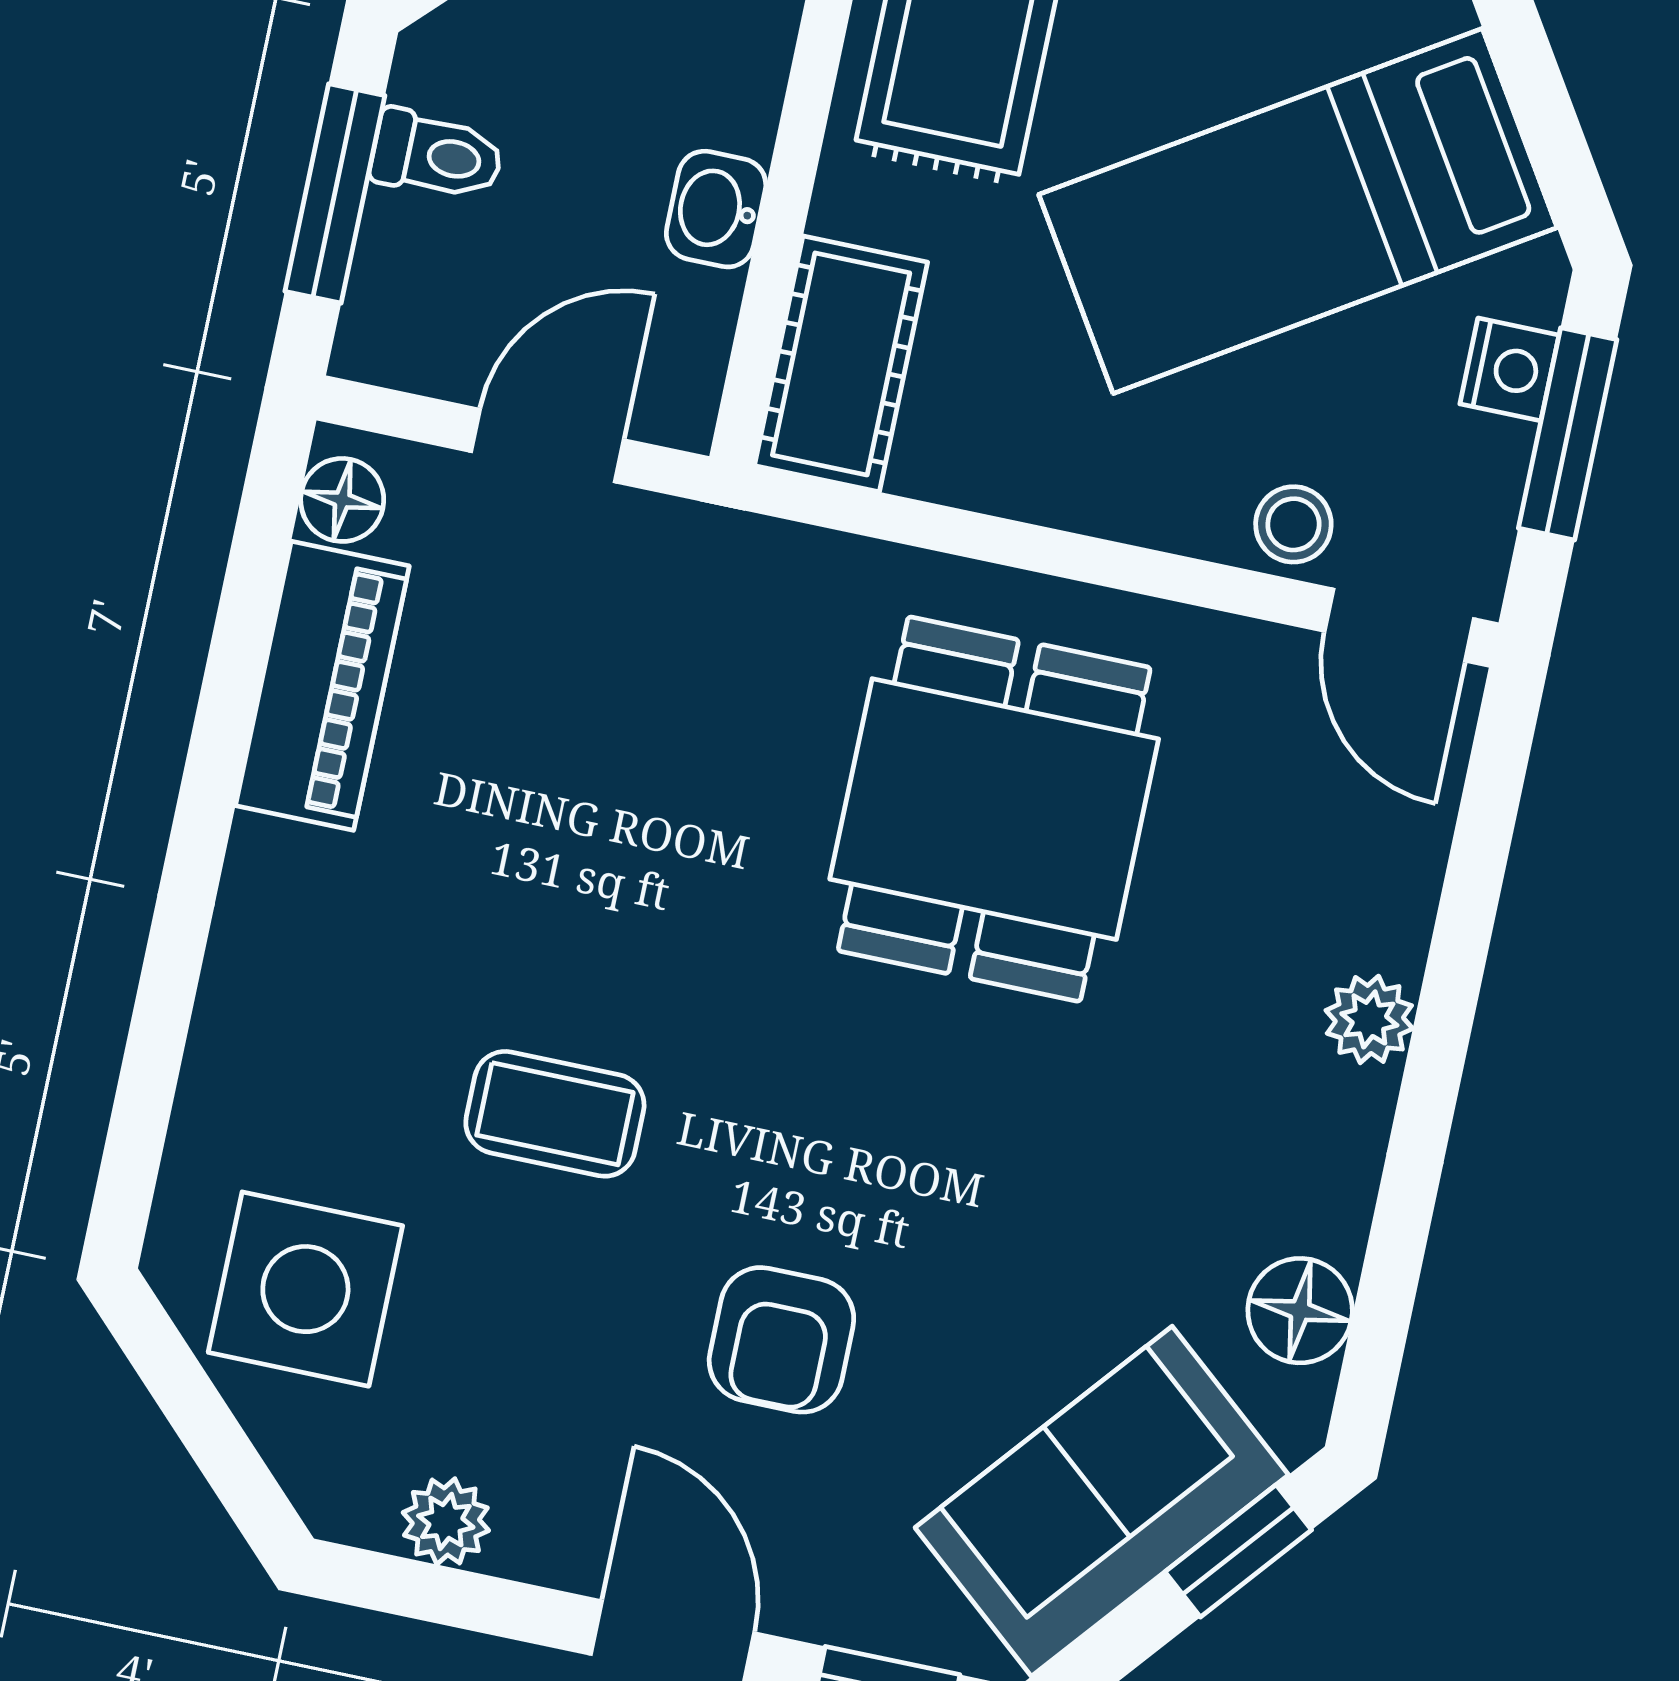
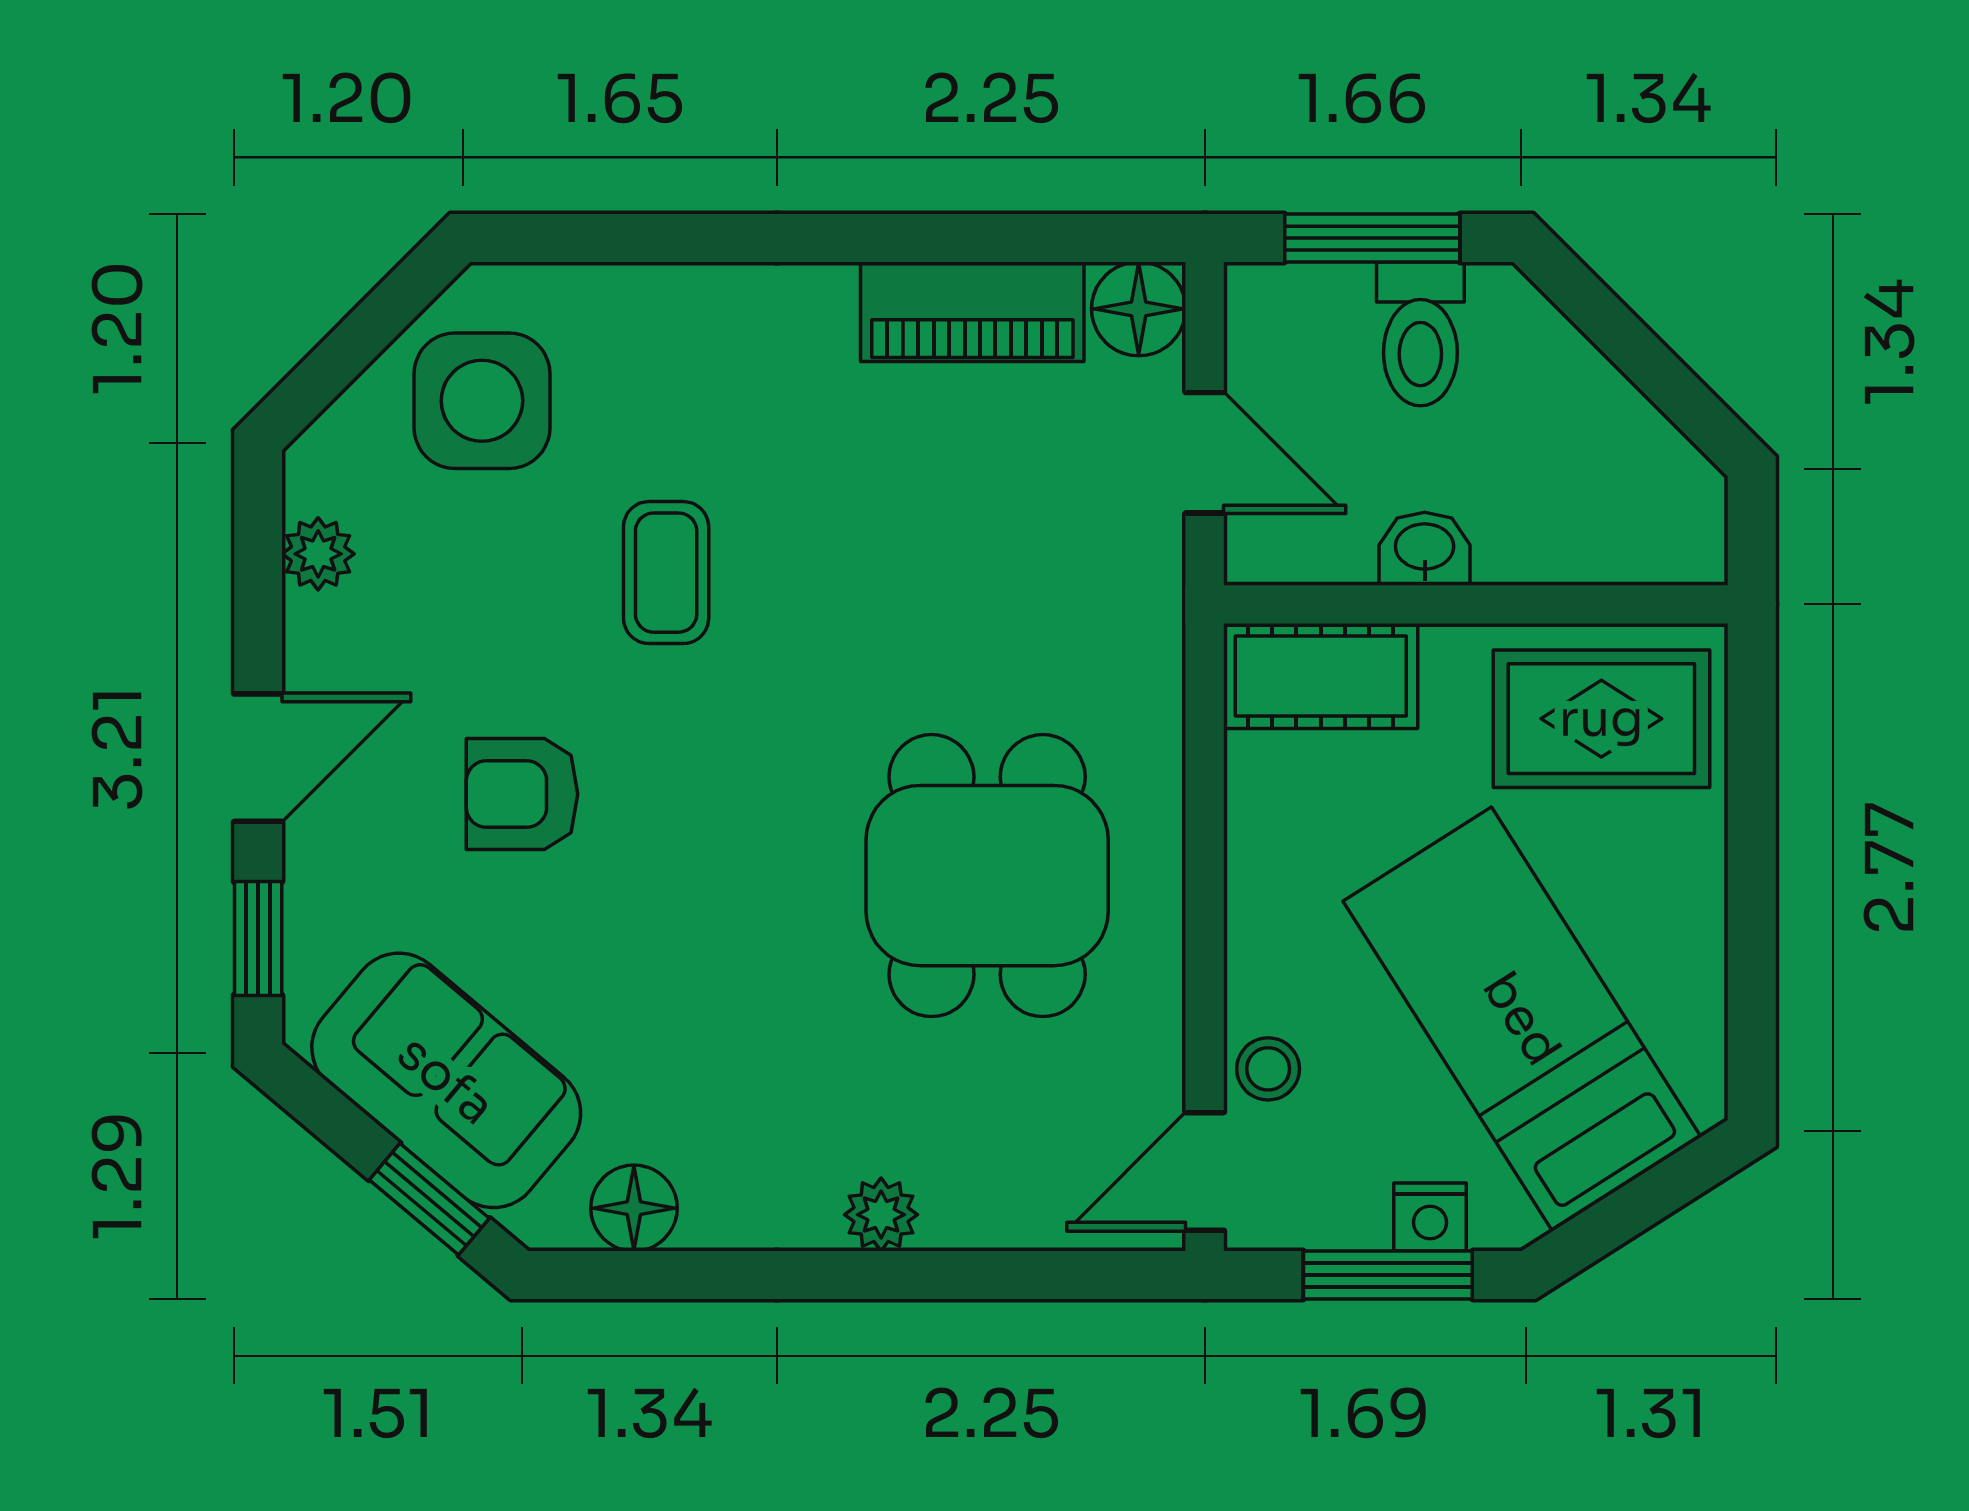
toilet: (437, 155) -> (1420, 334), width x1.37, depth x1.39
floor lamp: (342, 500) -> (1139, 309), width x1.37, depth x1.37
dining table: (994, 809) -> (987, 876), turned 90

